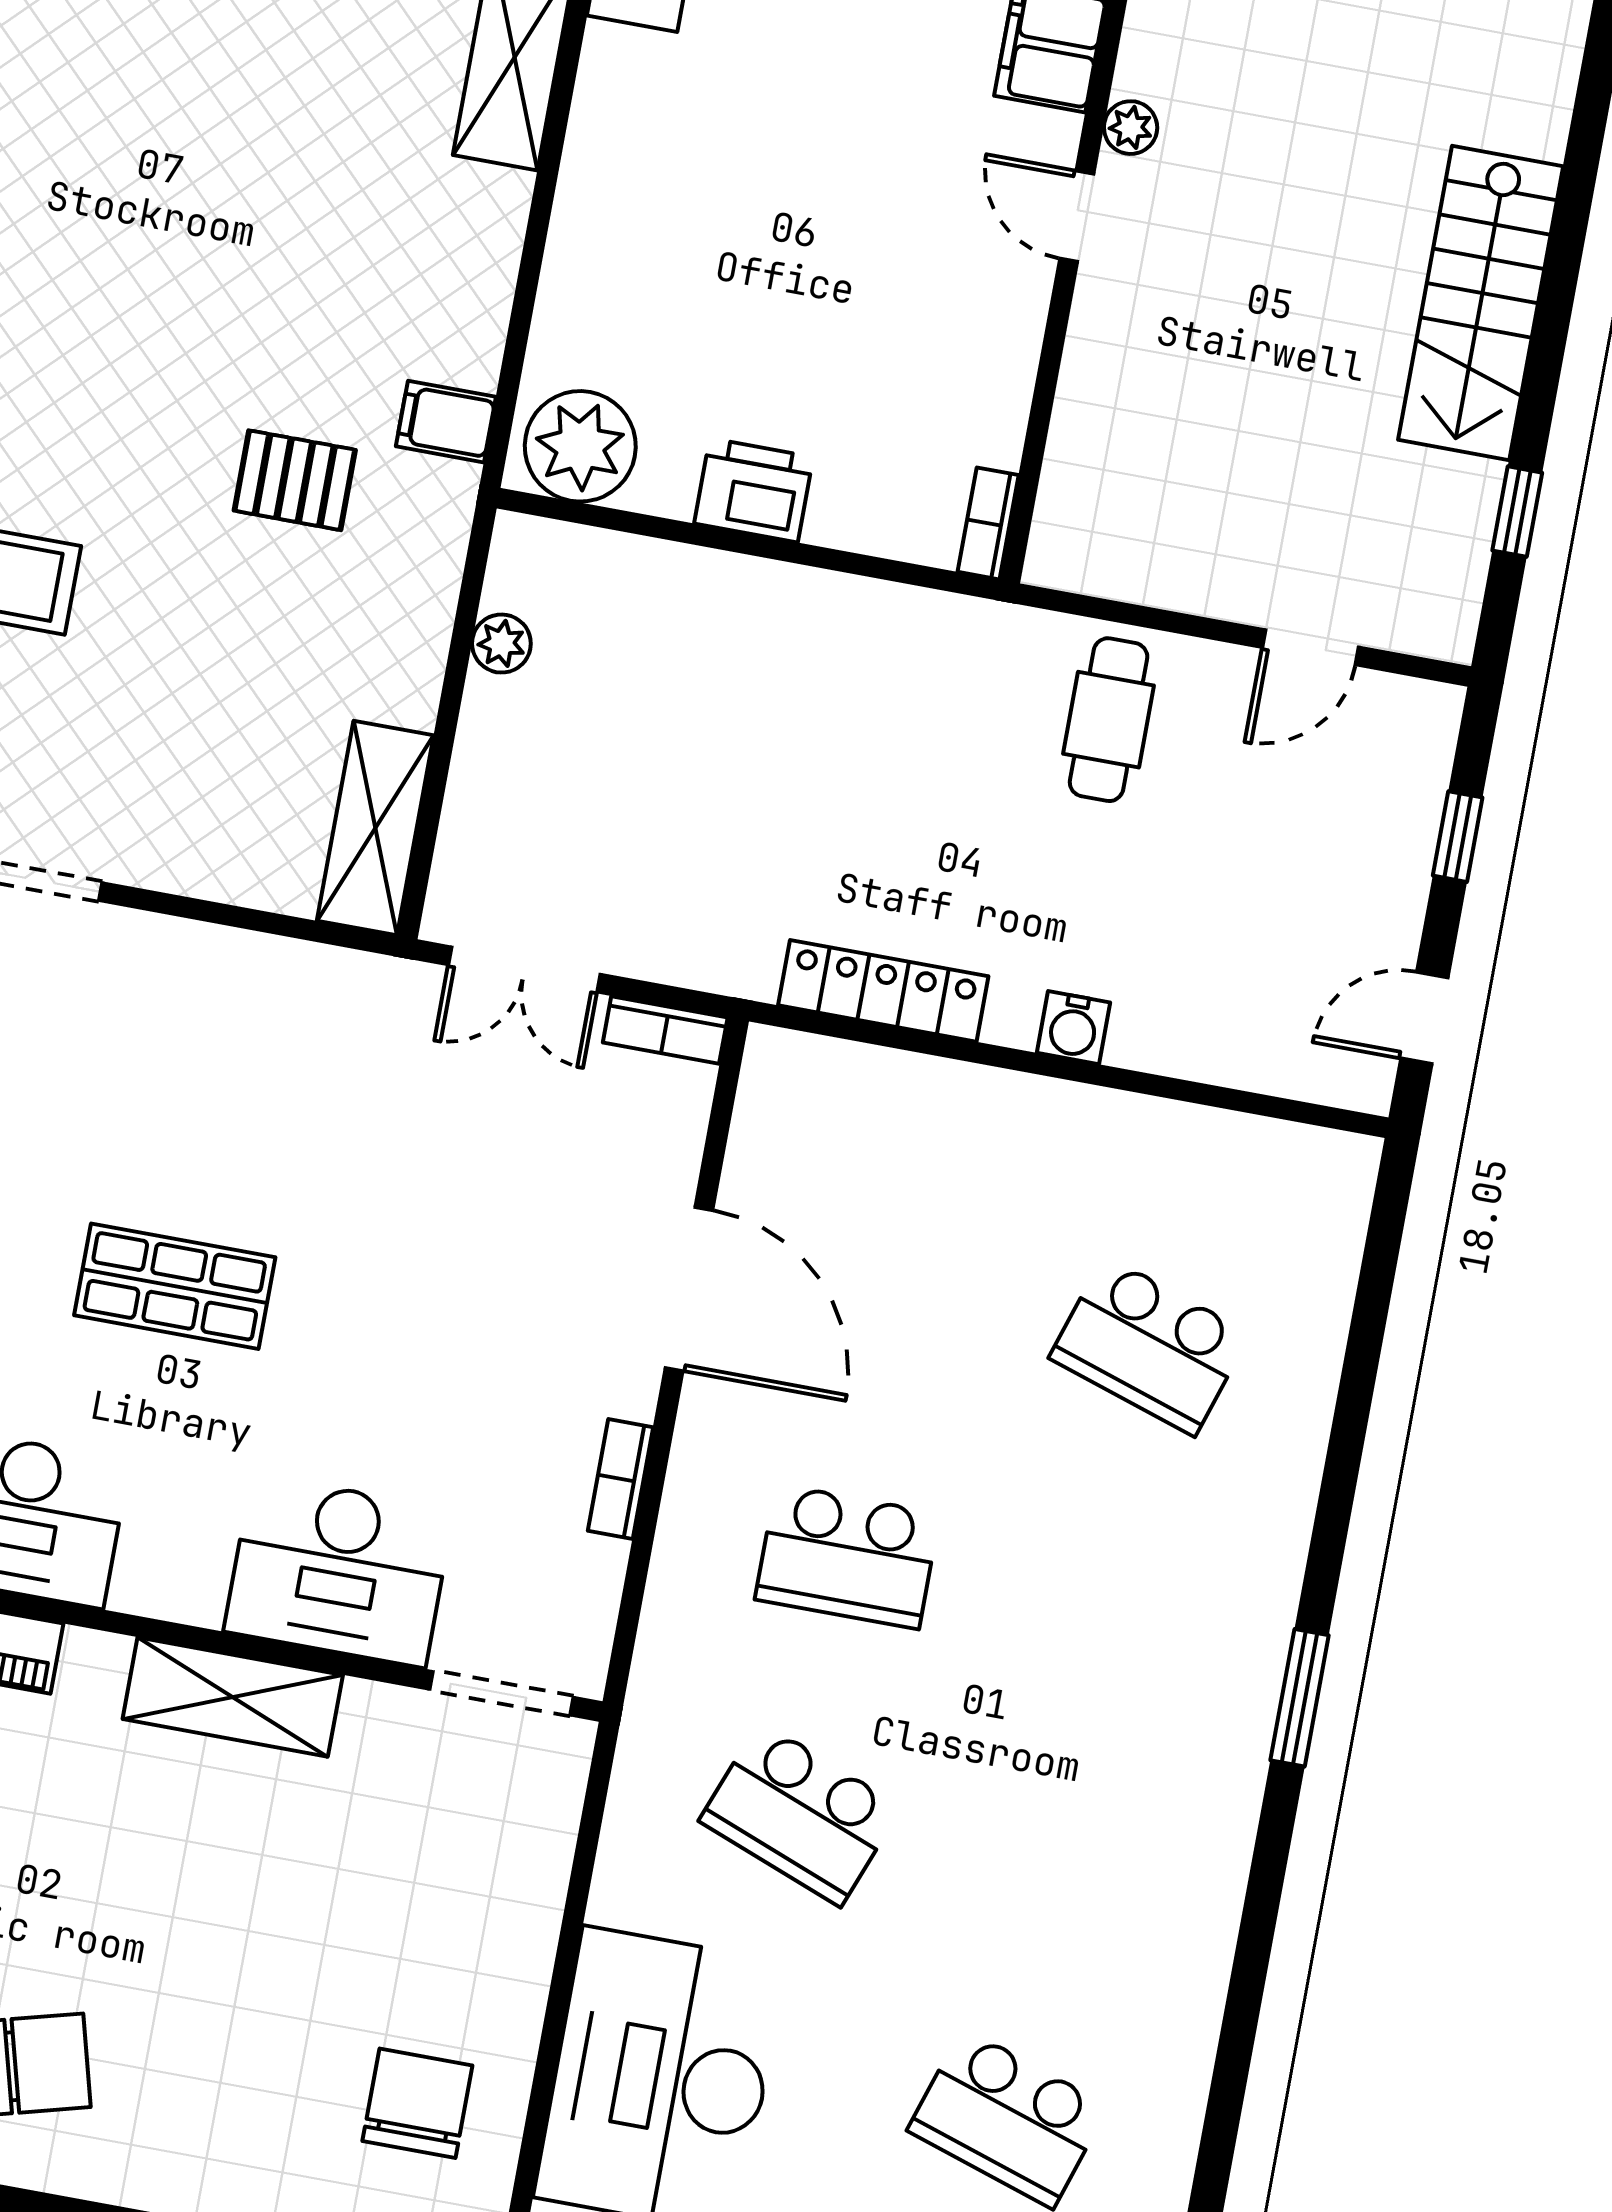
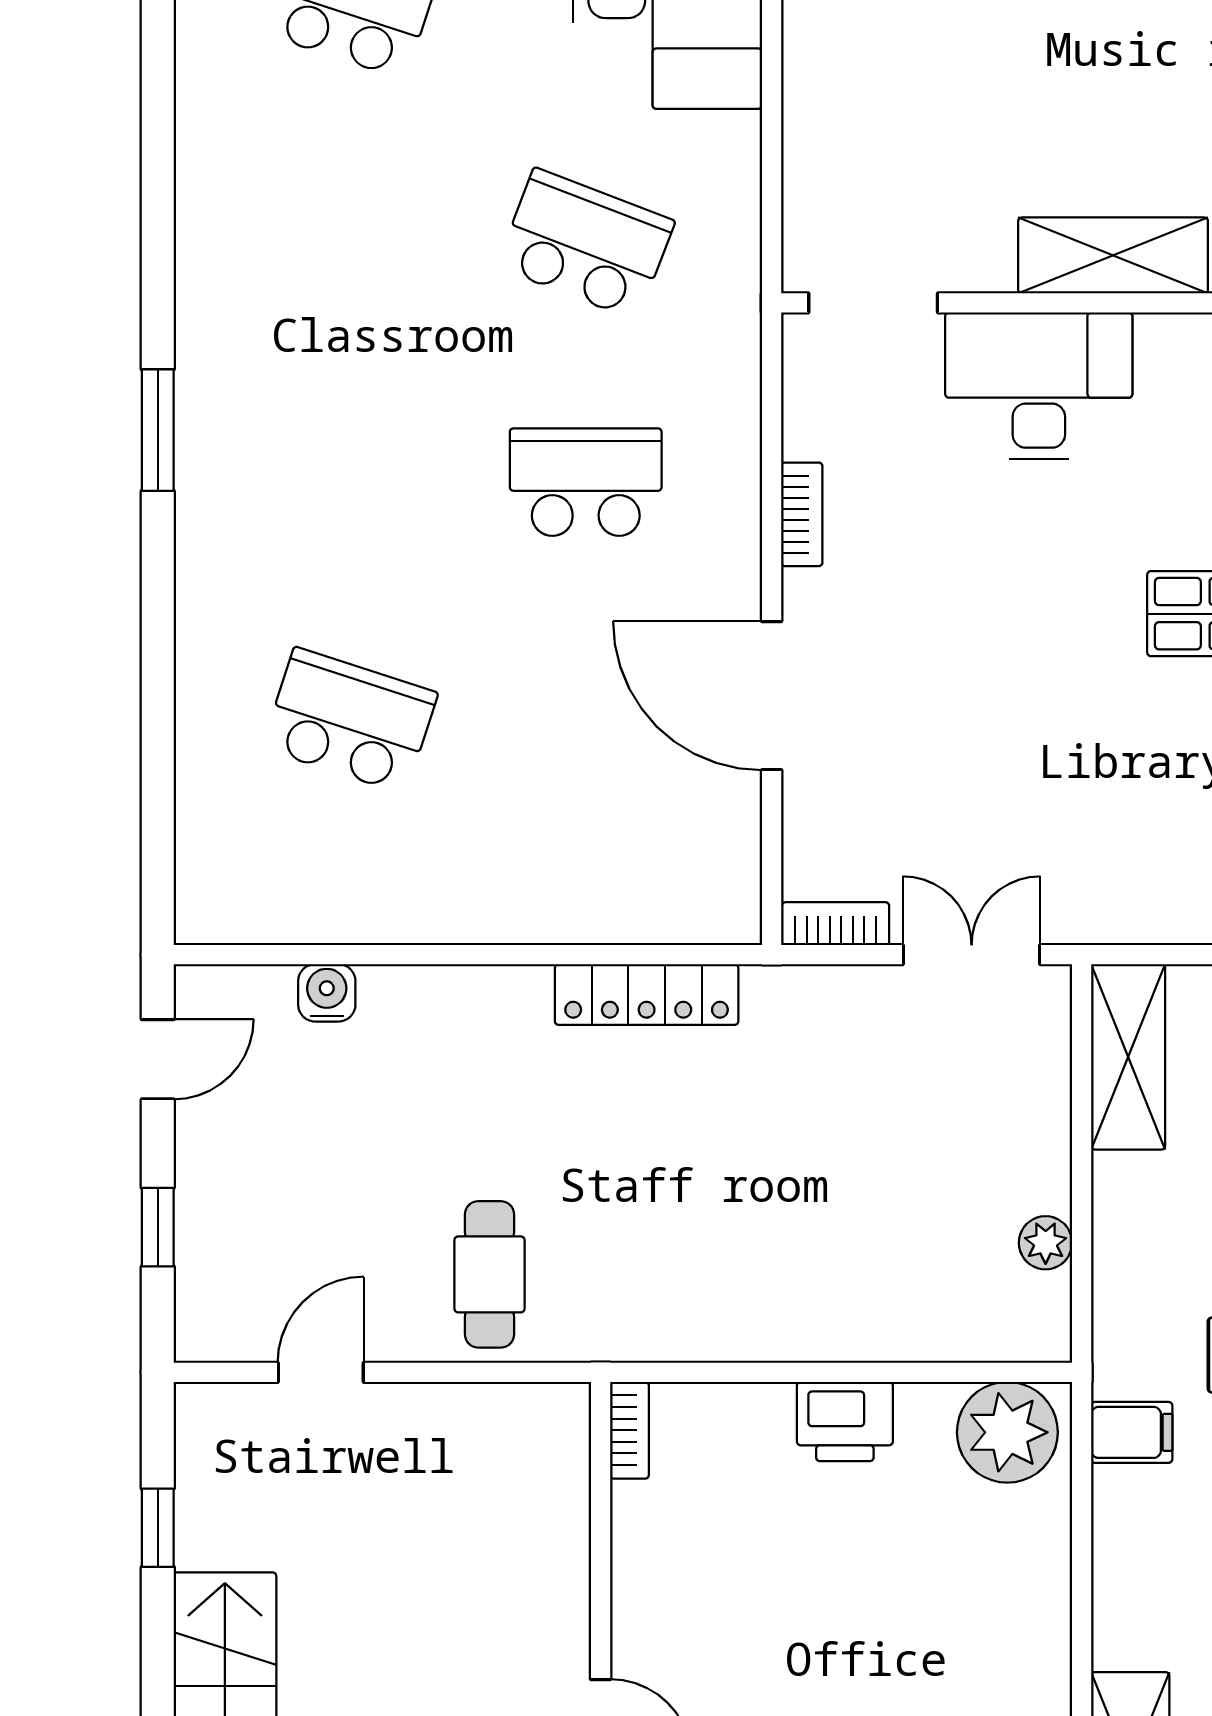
water cooler: (1073, 1028) -> (327, 993), moved

